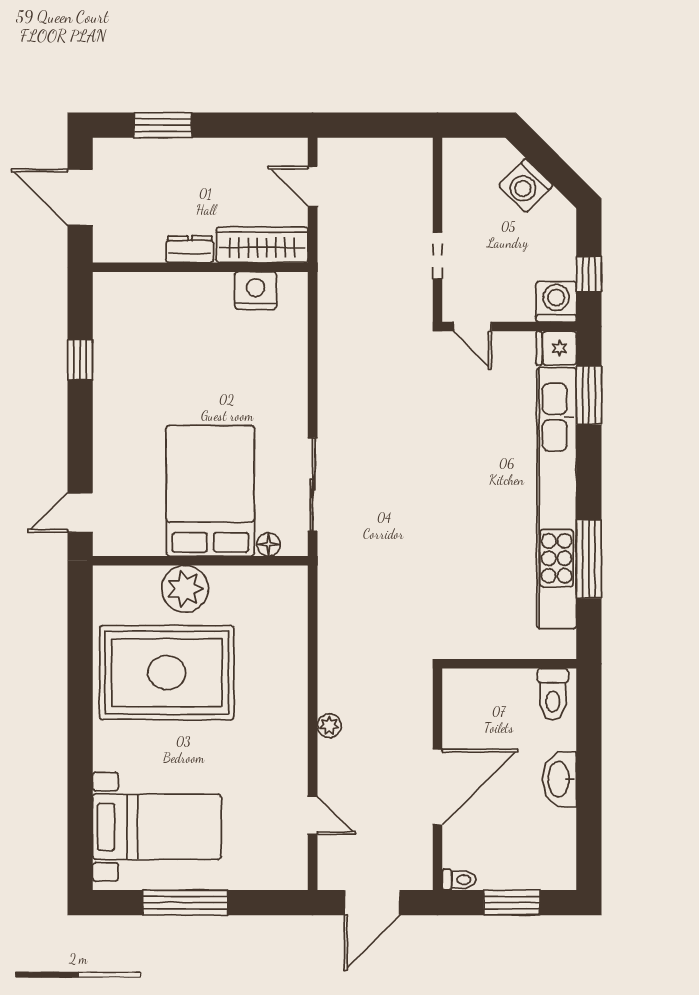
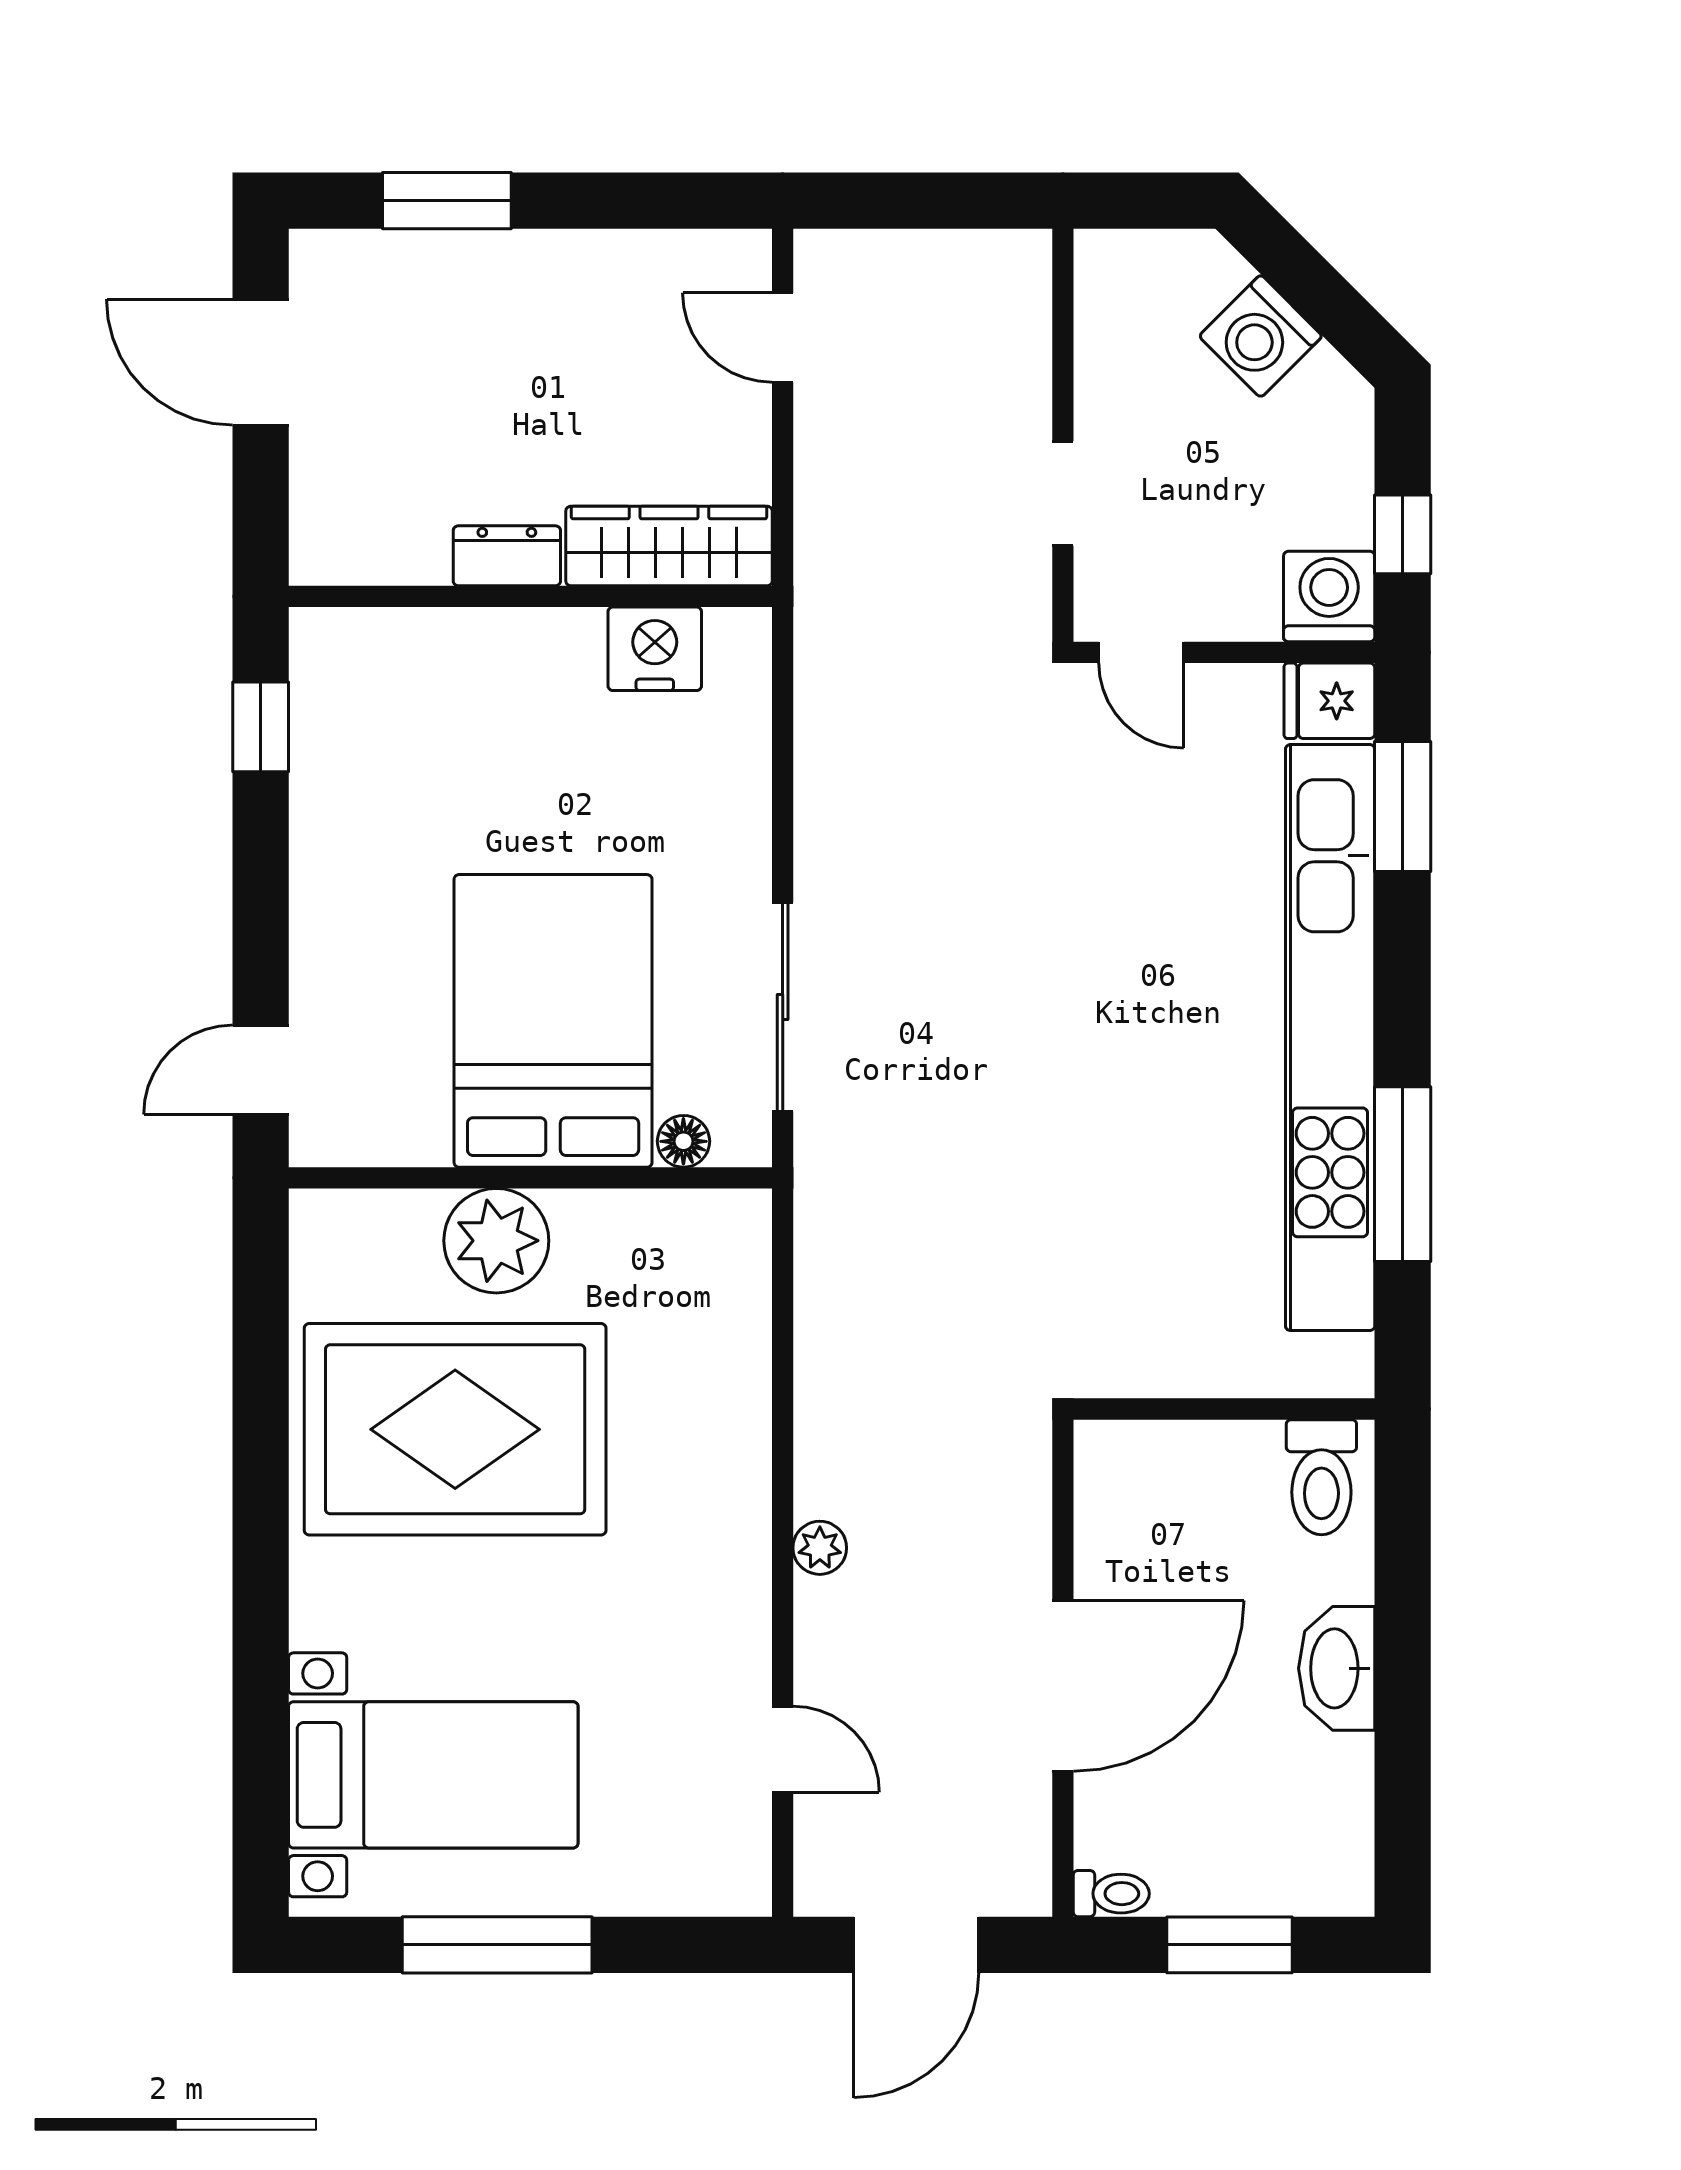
wardrobe: (262, 245) -> (669, 546), moved
dresser: (190, 249) -> (507, 556), moved
wall: (200, 267) -> (530, 596), moved
nightstand: (256, 291) -> (655, 649), moved

